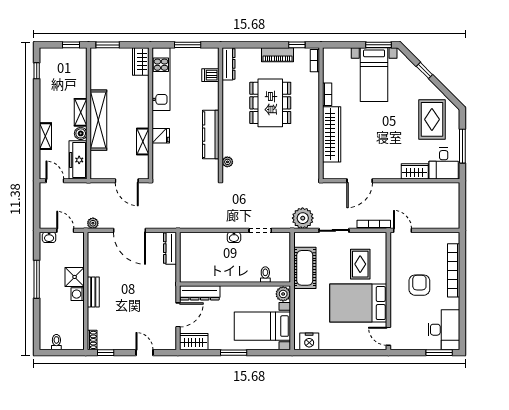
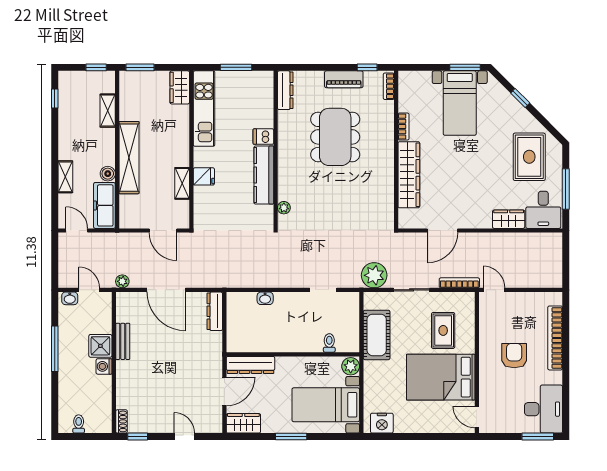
dishwasher: (210, 75) -> (263, 137), moved
shelving: (81, 112) -> (108, 111), moved
washbasin: (234, 237) -> (265, 298), moved
bench: (93, 292) -> (123, 341), moved

